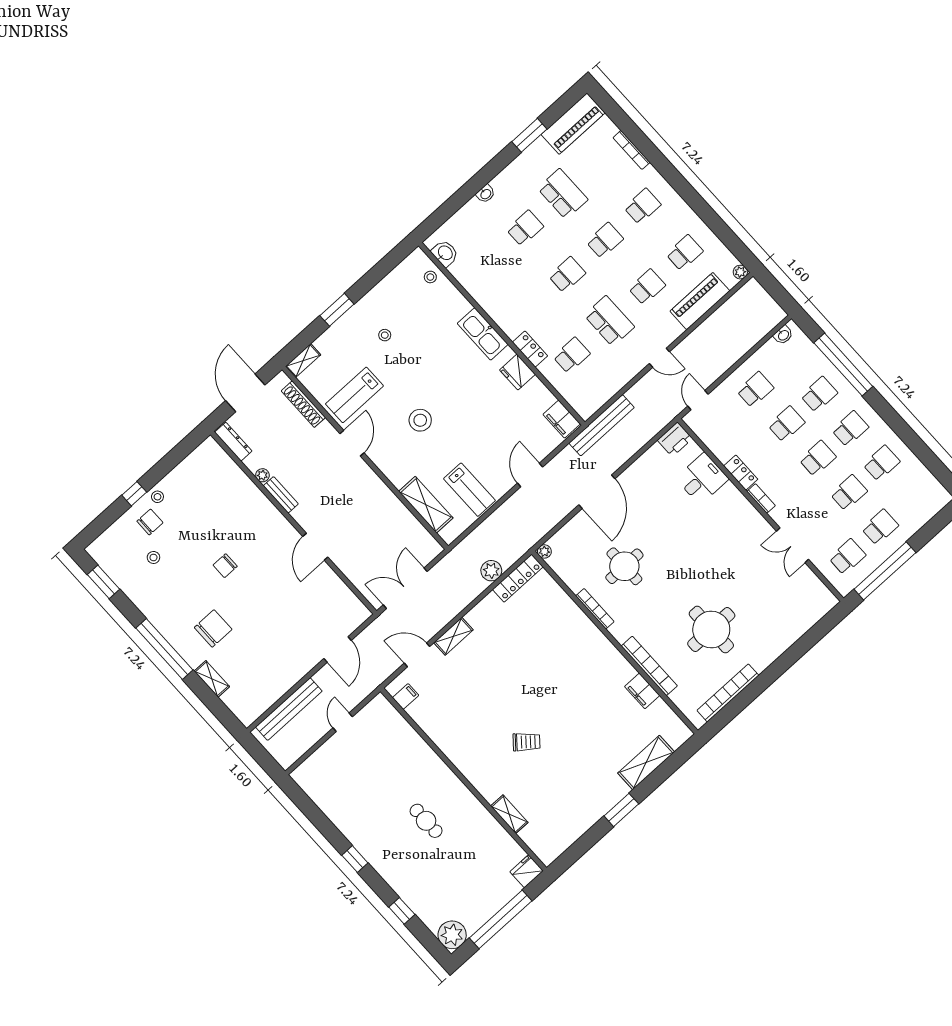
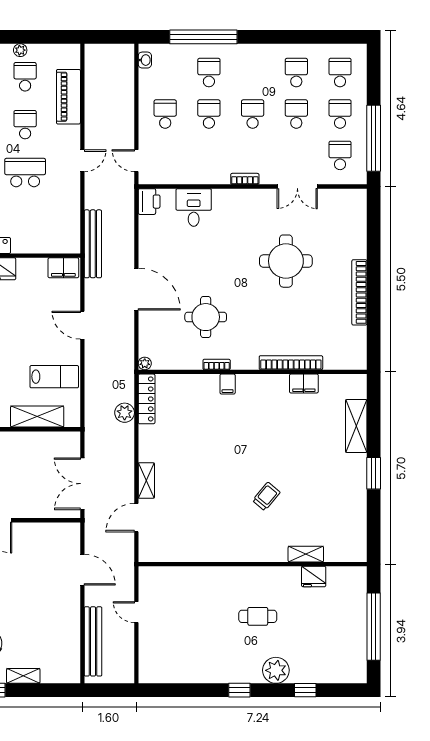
plant: (740, 272) -> (20, 50), moved
school desk: (572, 355) -> (25, 220), removed
school desk: (850, 429) -> (340, 73), moved
locker: (741, 473) -> (214, 177), removed
bookcase: (595, 609) -> (217, 364), width x0.64
round table: (711, 630) -> (286, 261), moved
bookcase: (728, 693) -> (359, 292), moved
filing cabinet: (406, 696) -> (228, 384), moved, turned 180
fridge: (527, 871) -> (314, 576), moved, turned -90
plant: (452, 935) -> (276, 670), moved

